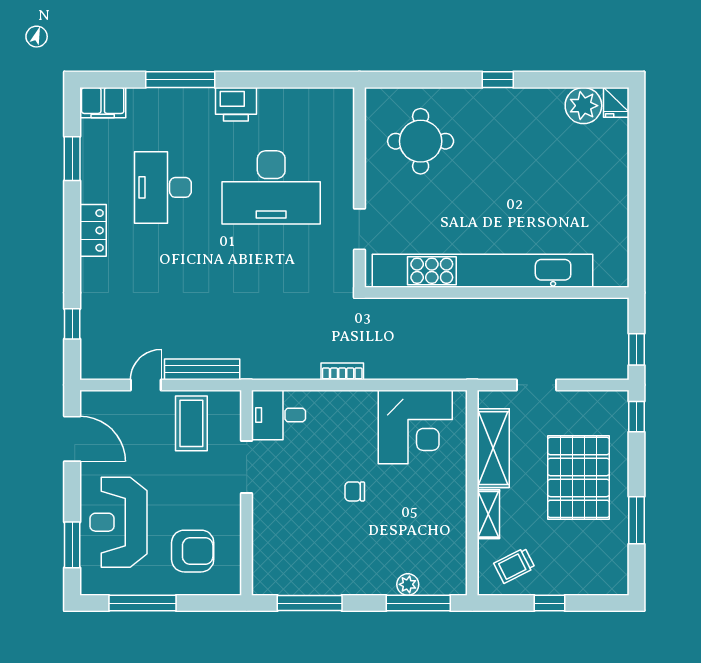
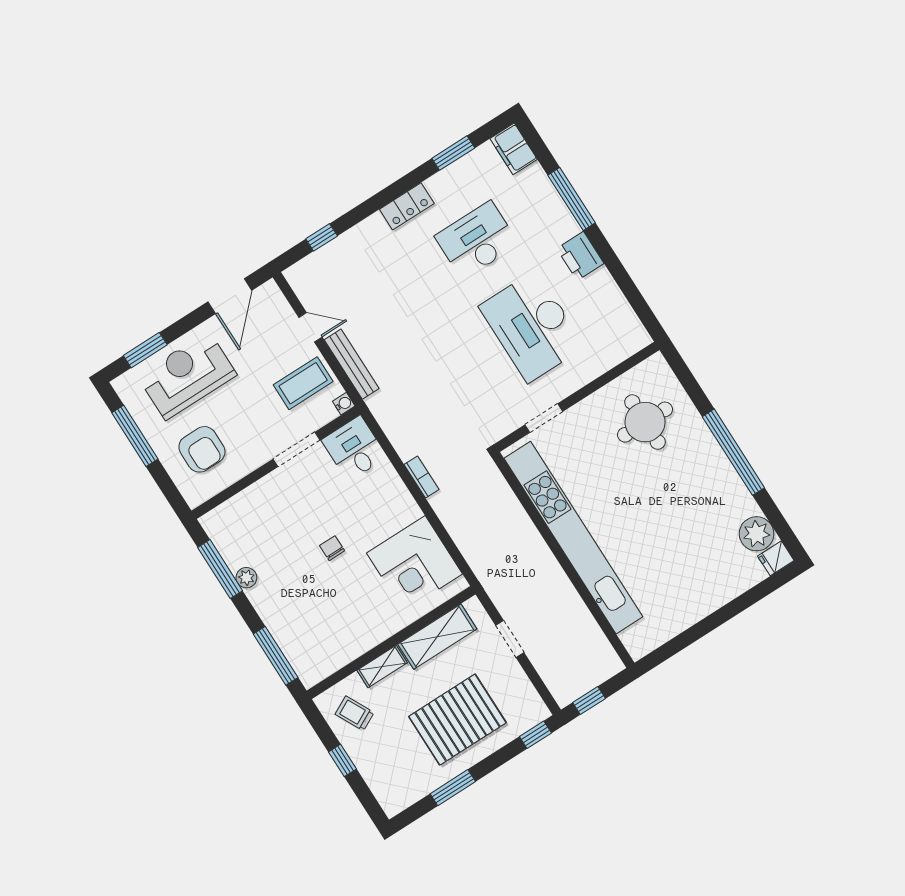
window: (498, 80) -> (733, 452), width x3.17
water cooler: (233, 399) -> (344, 404), added
plant: (408, 584) -> (246, 578), moved

